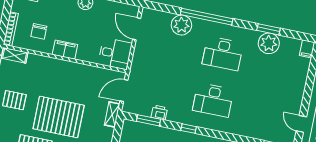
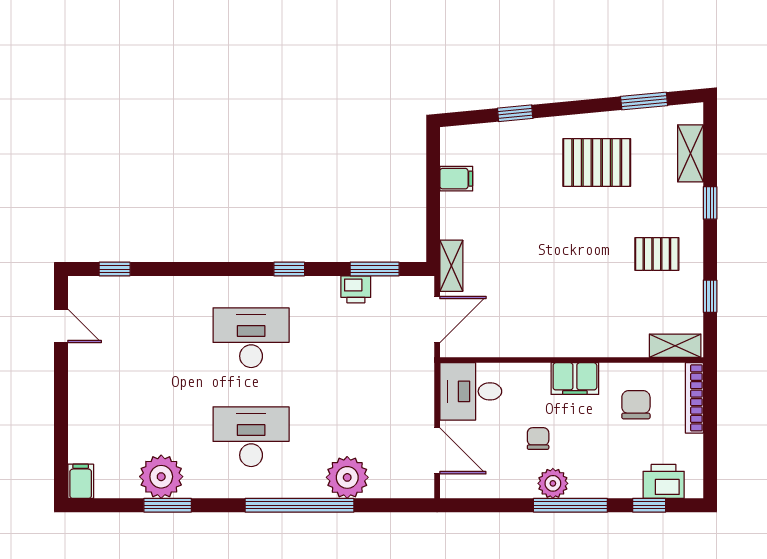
chair: (88, 25) -> (538, 439), added
pallet: (59, 117) -> (560, 238), removed

